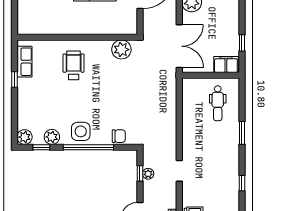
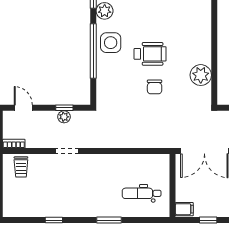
plant: (121, 50) -> (201, 75), moved
filing cabinet: (226, 64) -> (184, 209), width x0.50
wheelchair: (74, 65) -> (150, 54), moved
chair: (119, 136) -> (155, 87), moved

